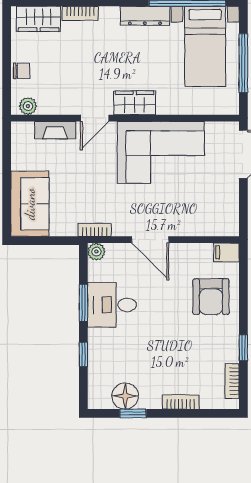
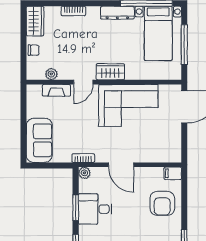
wardrobe: (39, 19) -> (35, 21), moved, turned -90
plant: (28, 106) -> (51, 74), moved

